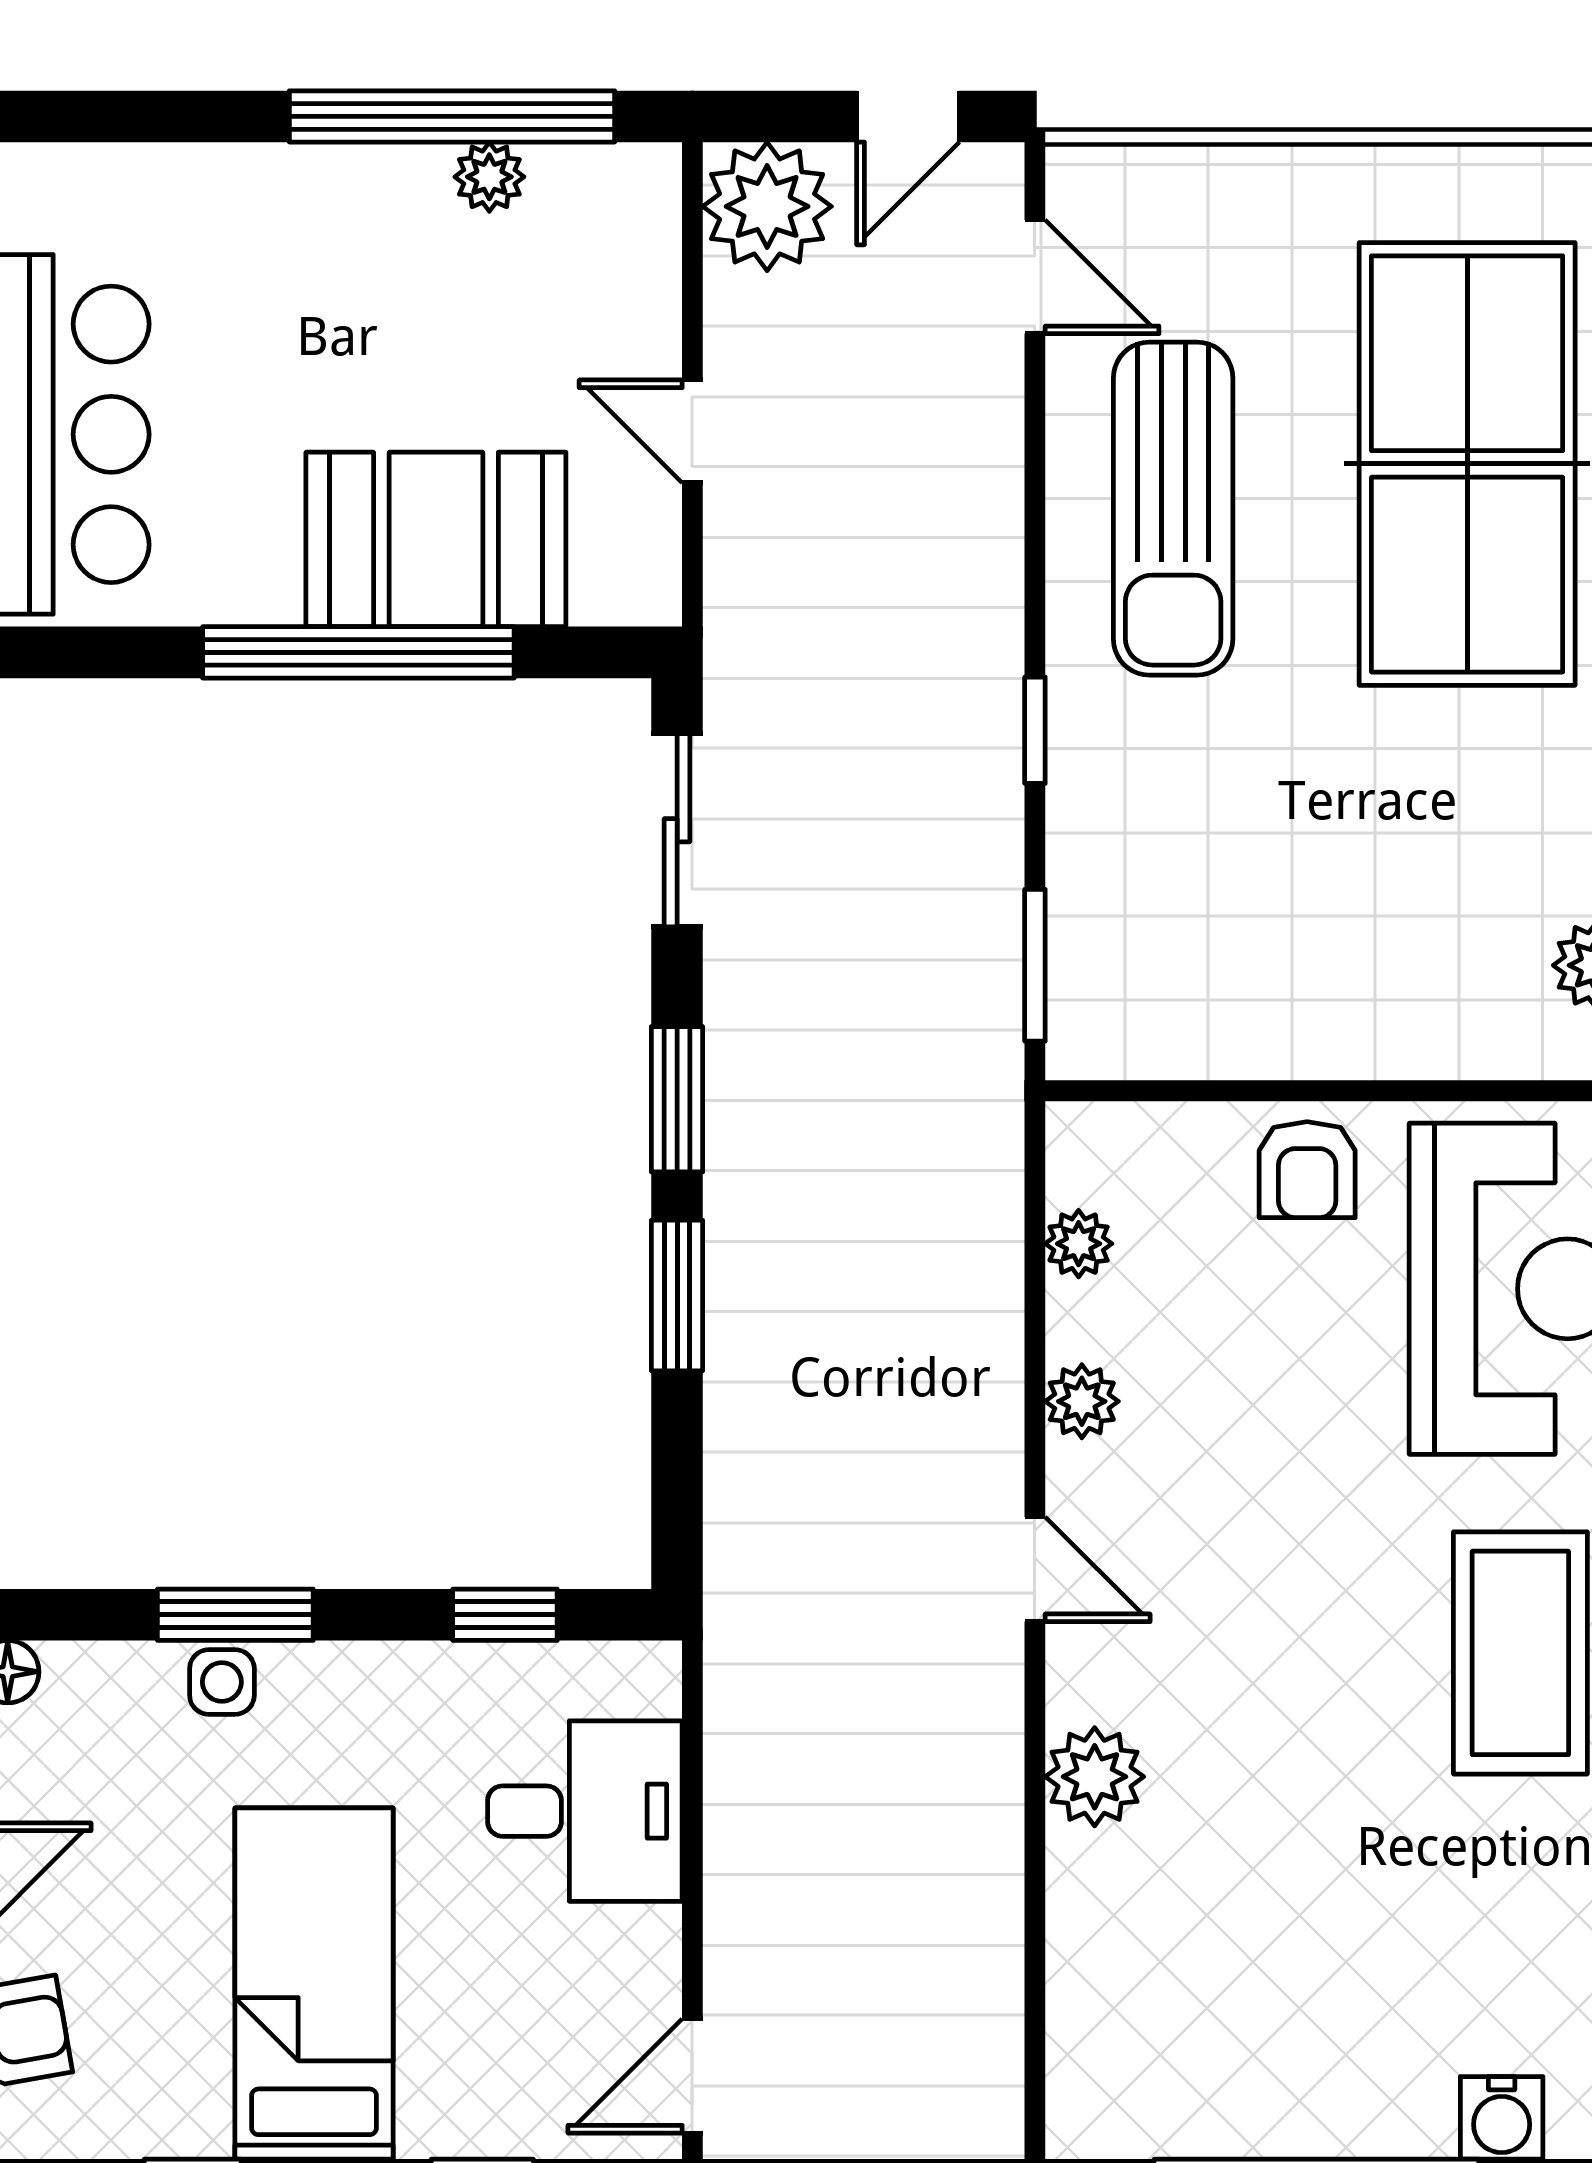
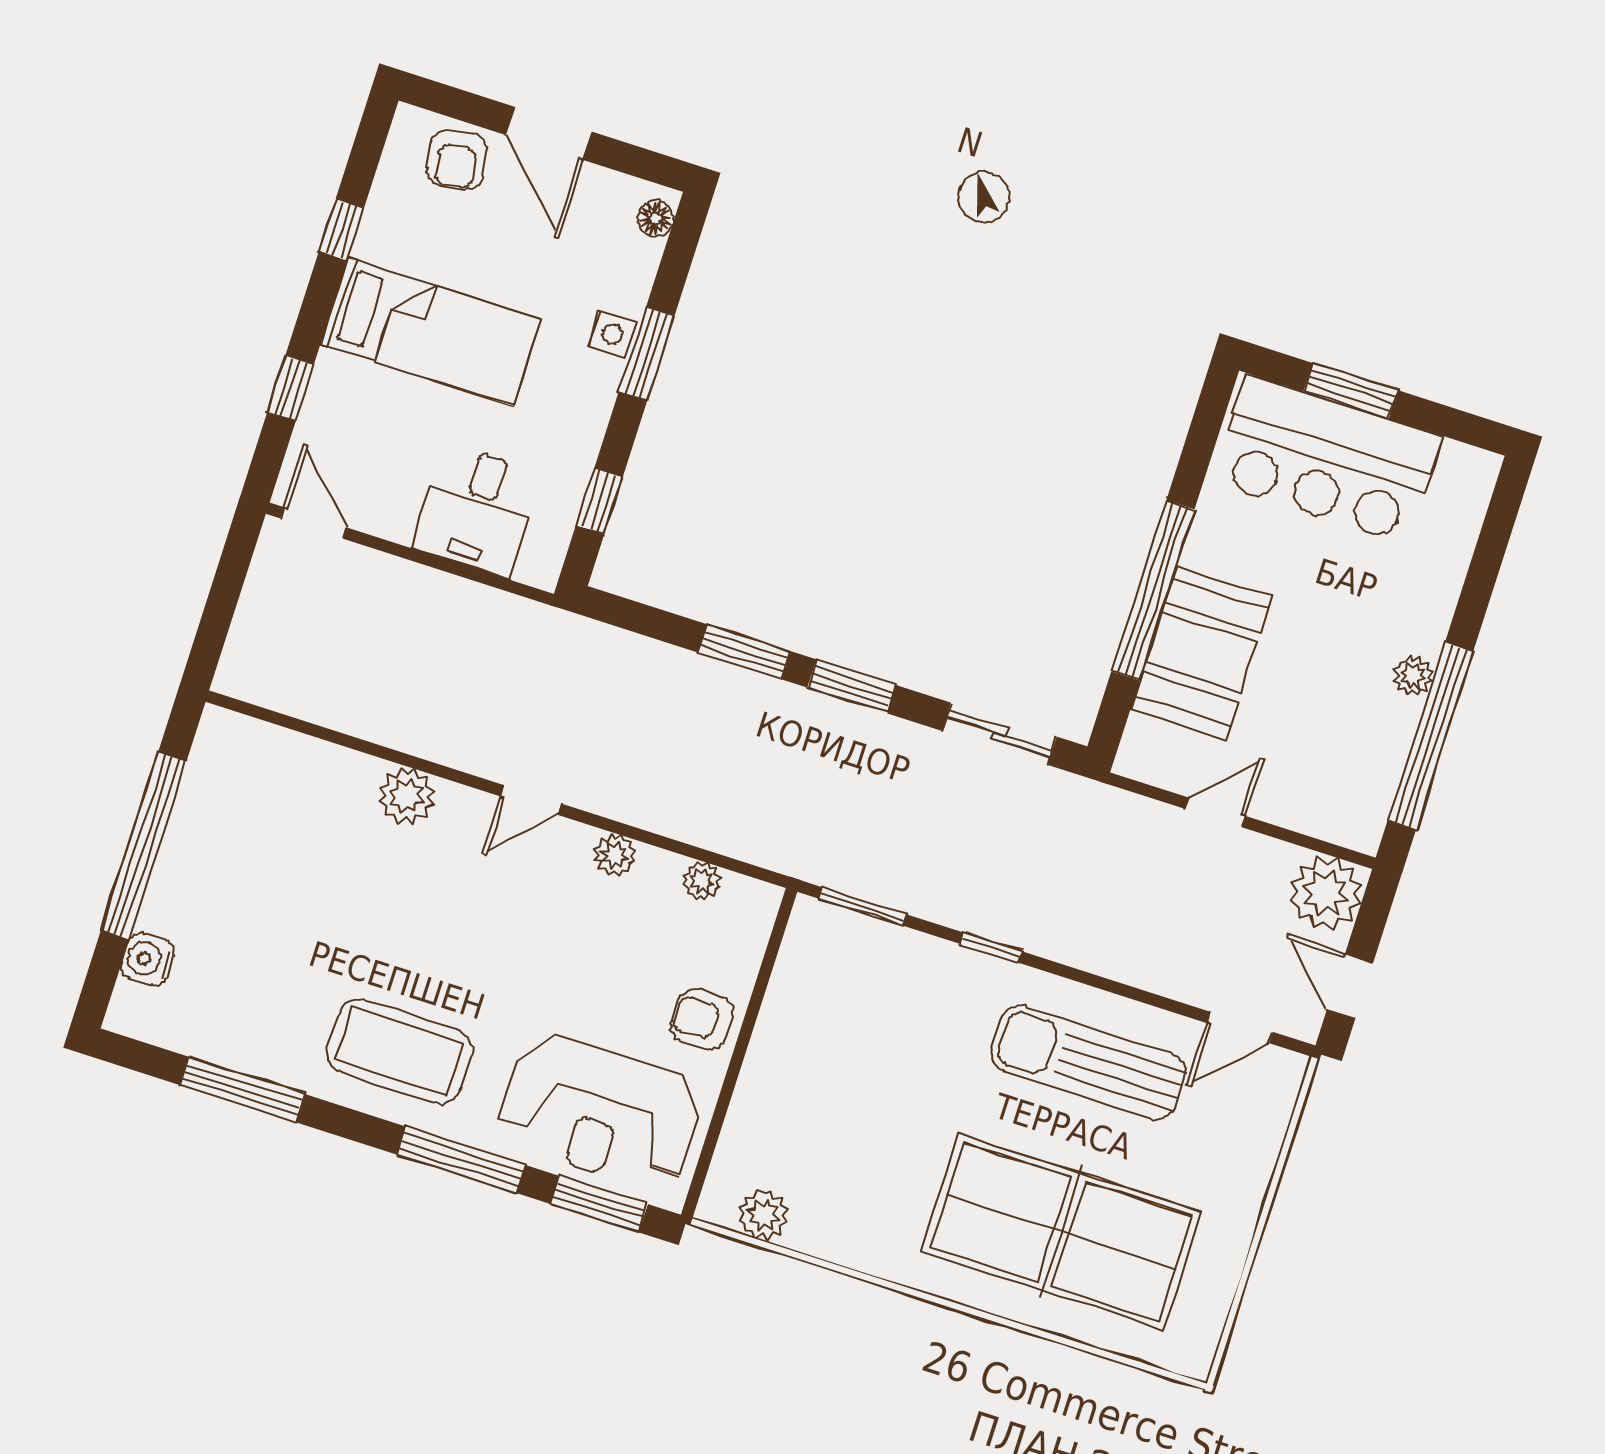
plant: (489, 177) -> (1413, 676), moved

